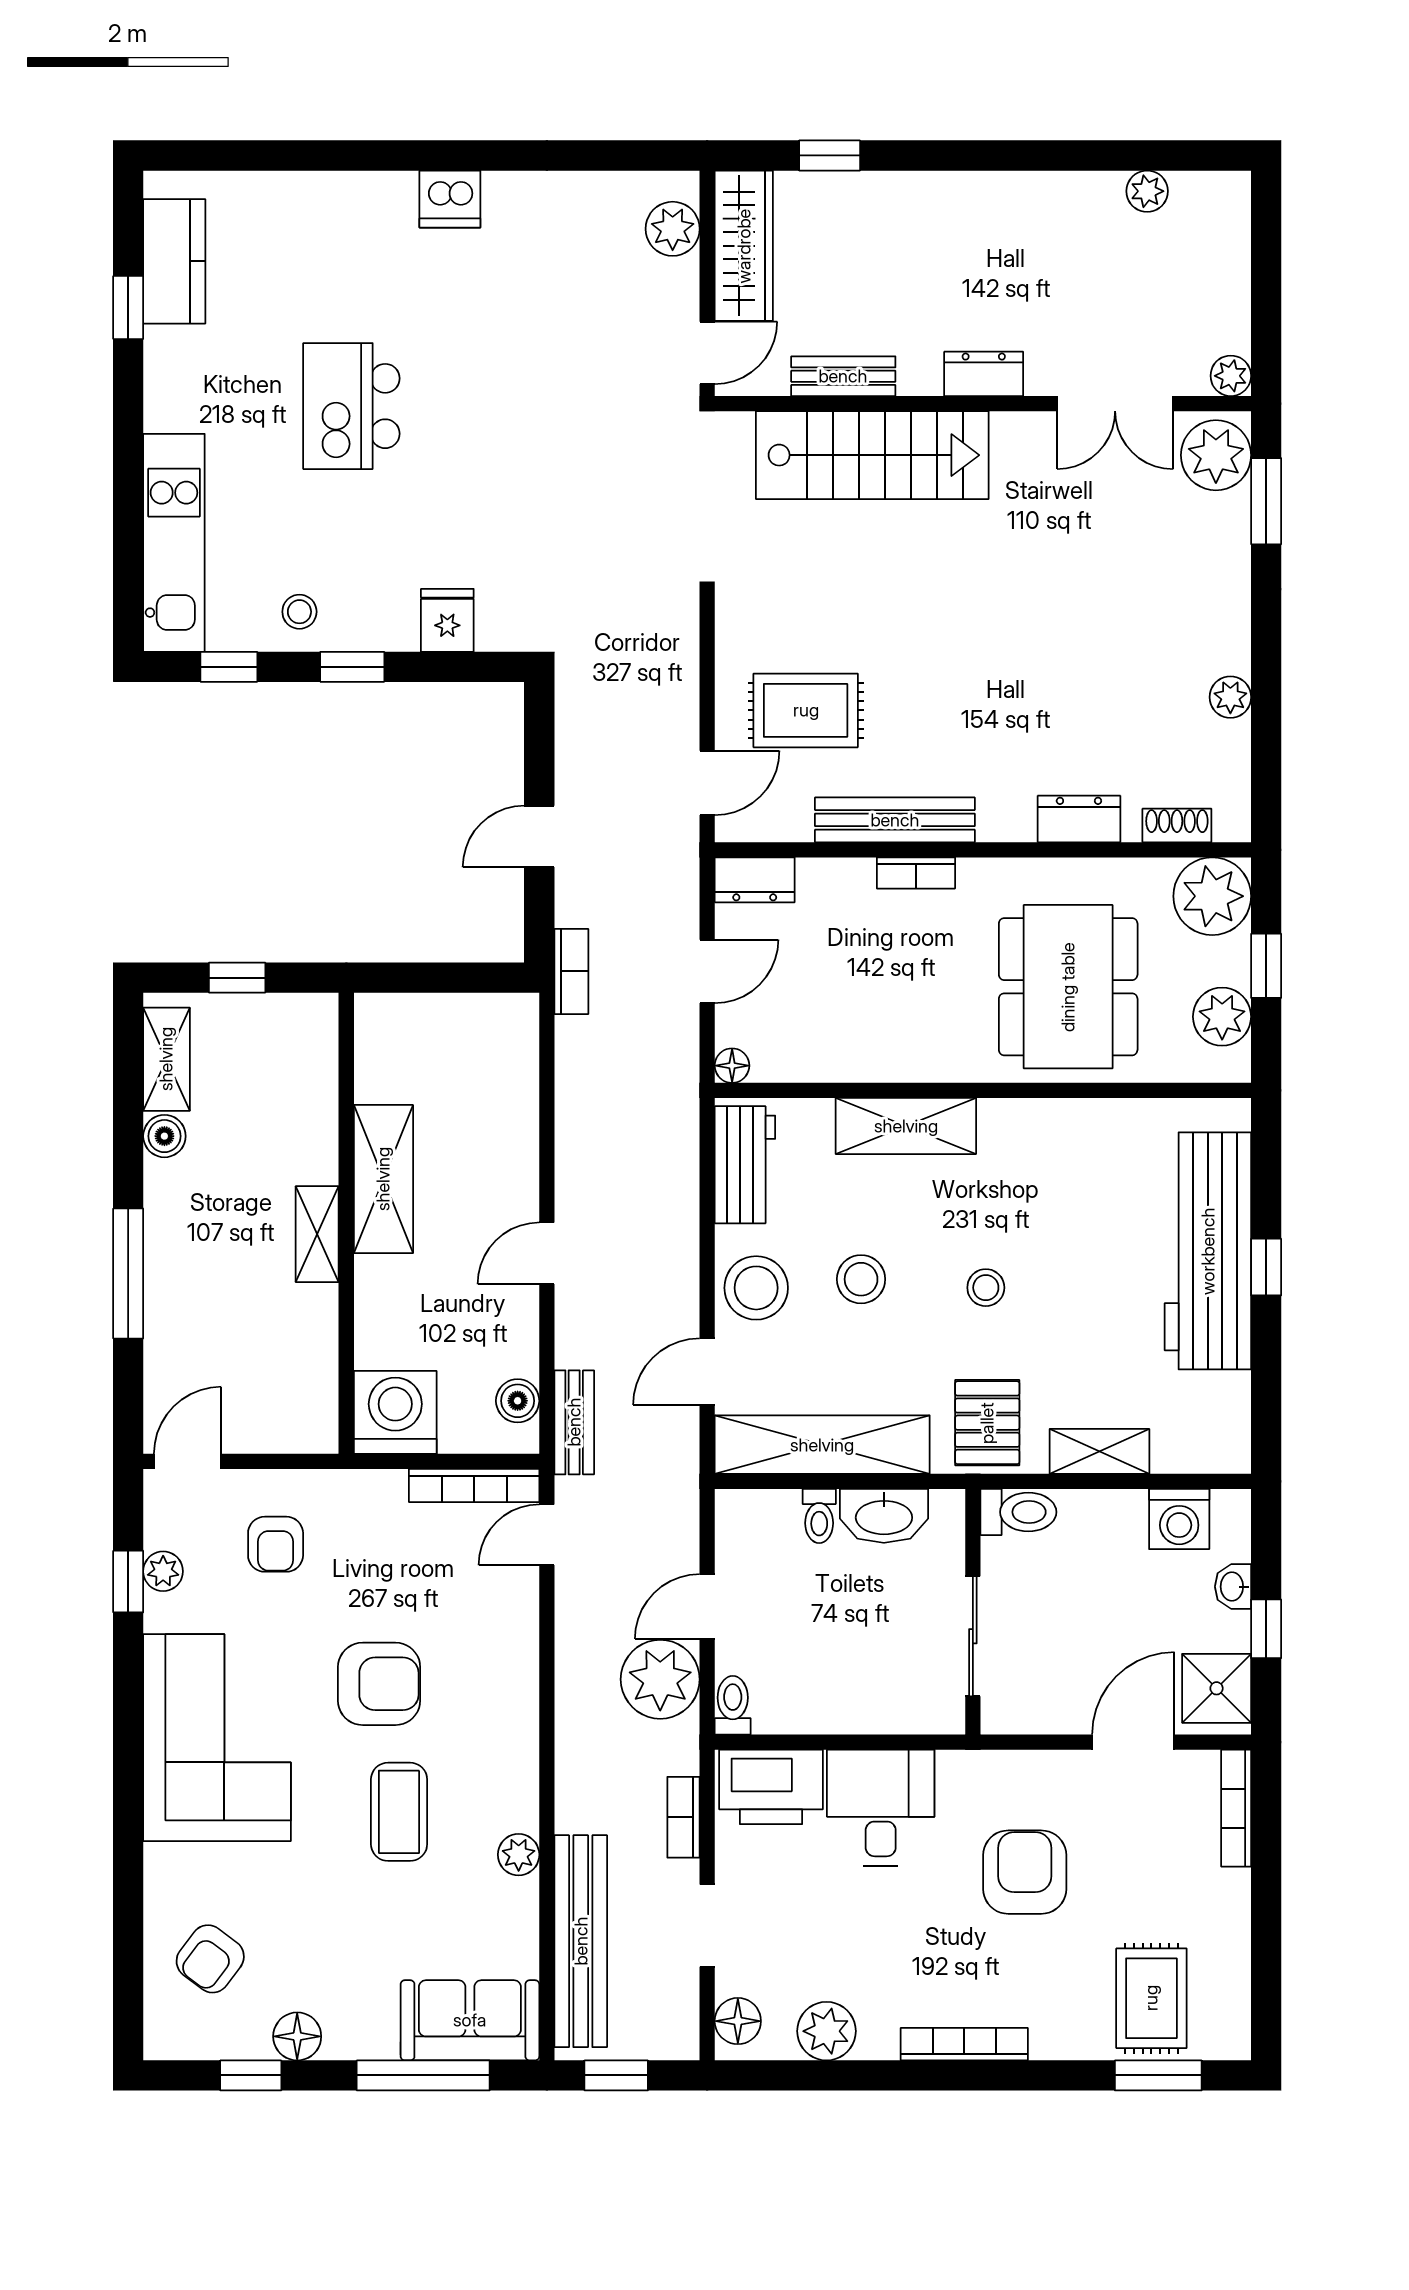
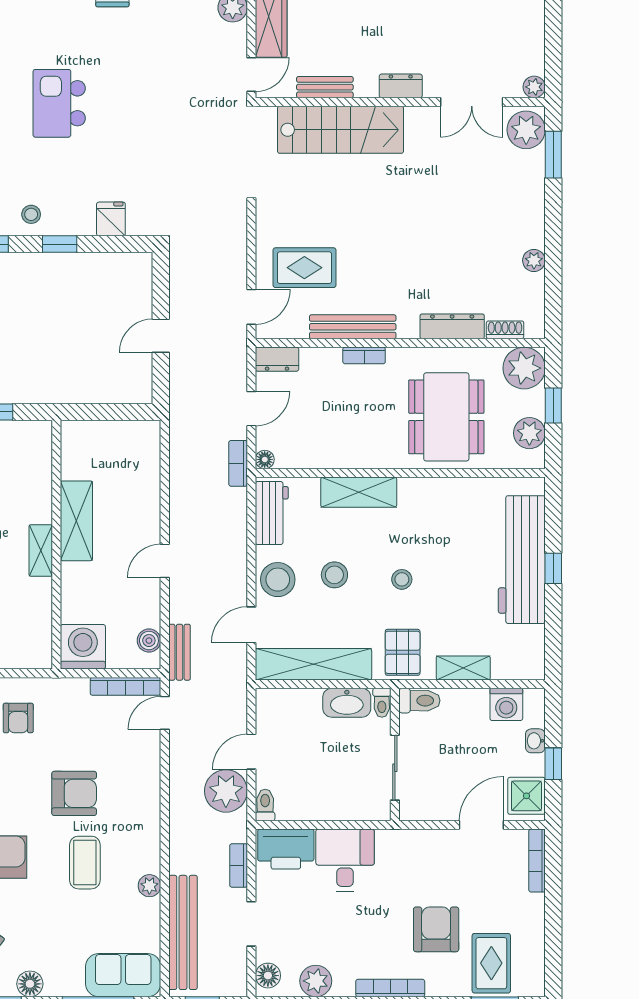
dresser: (1079, 819) -> (452, 326), width x1.44
bookcase: (571, 971) -> (238, 463), moved, turned 180
toilet: (819, 1516) -> (382, 703), moved
armchair: (1025, 1872) -> (436, 929), moved

